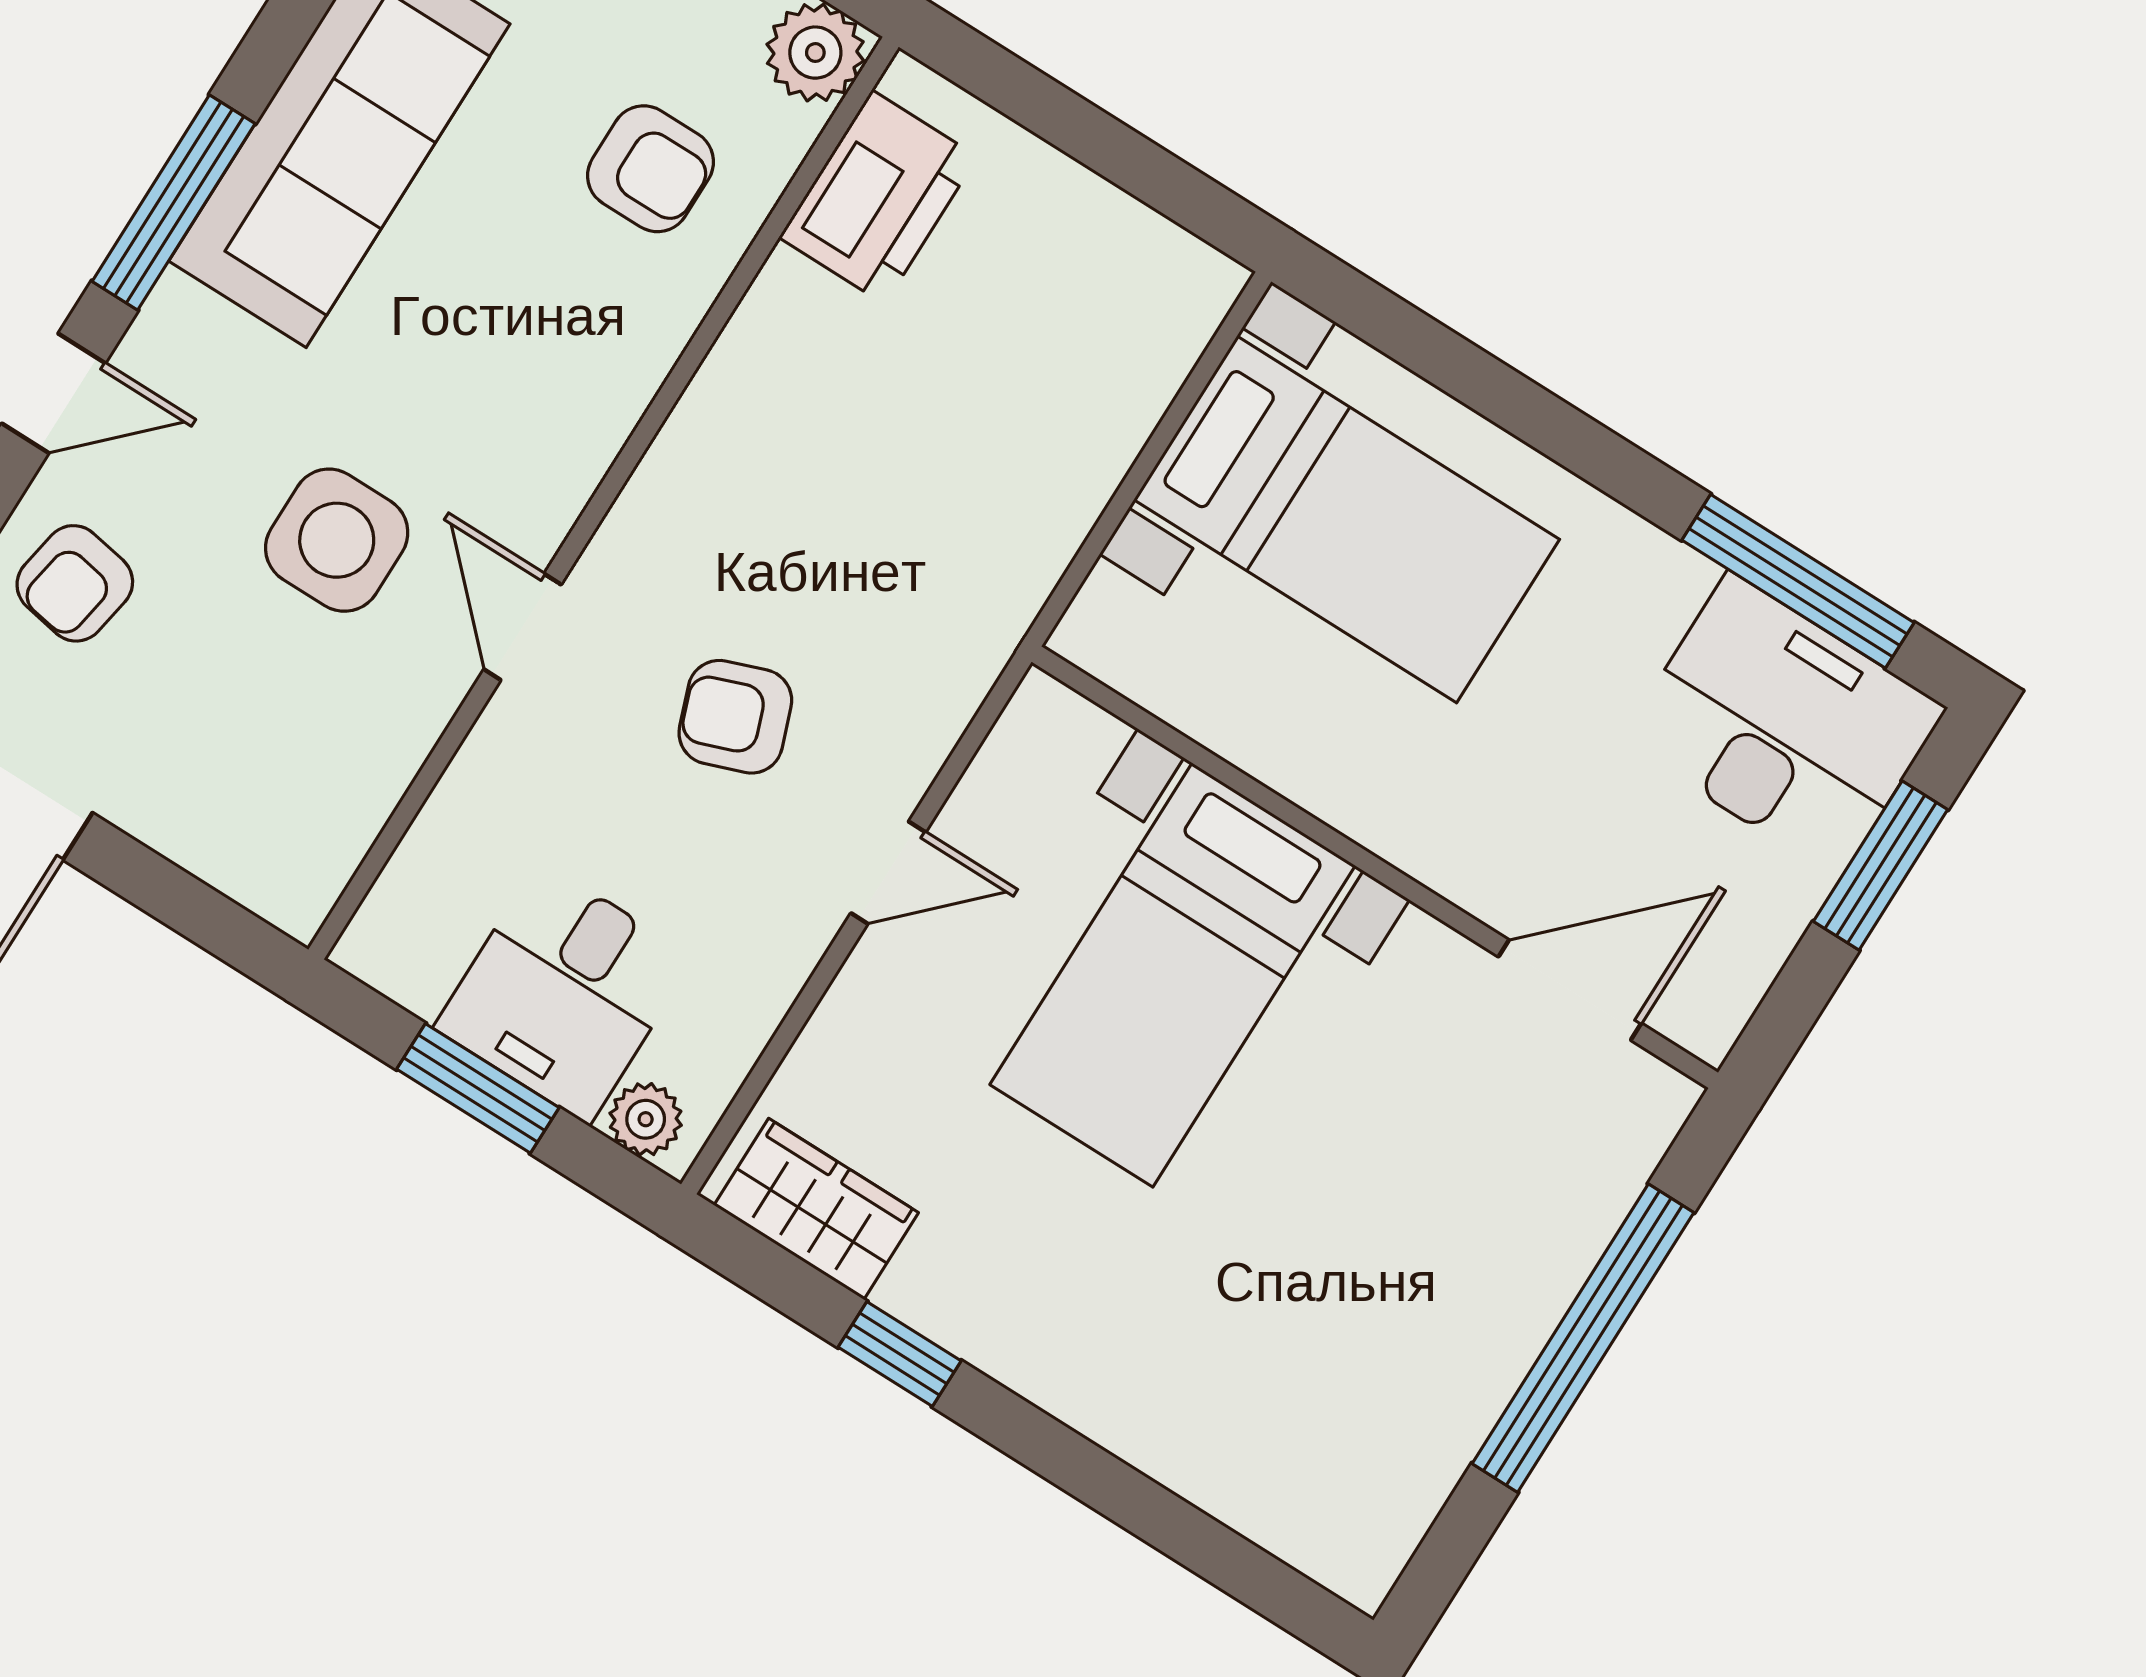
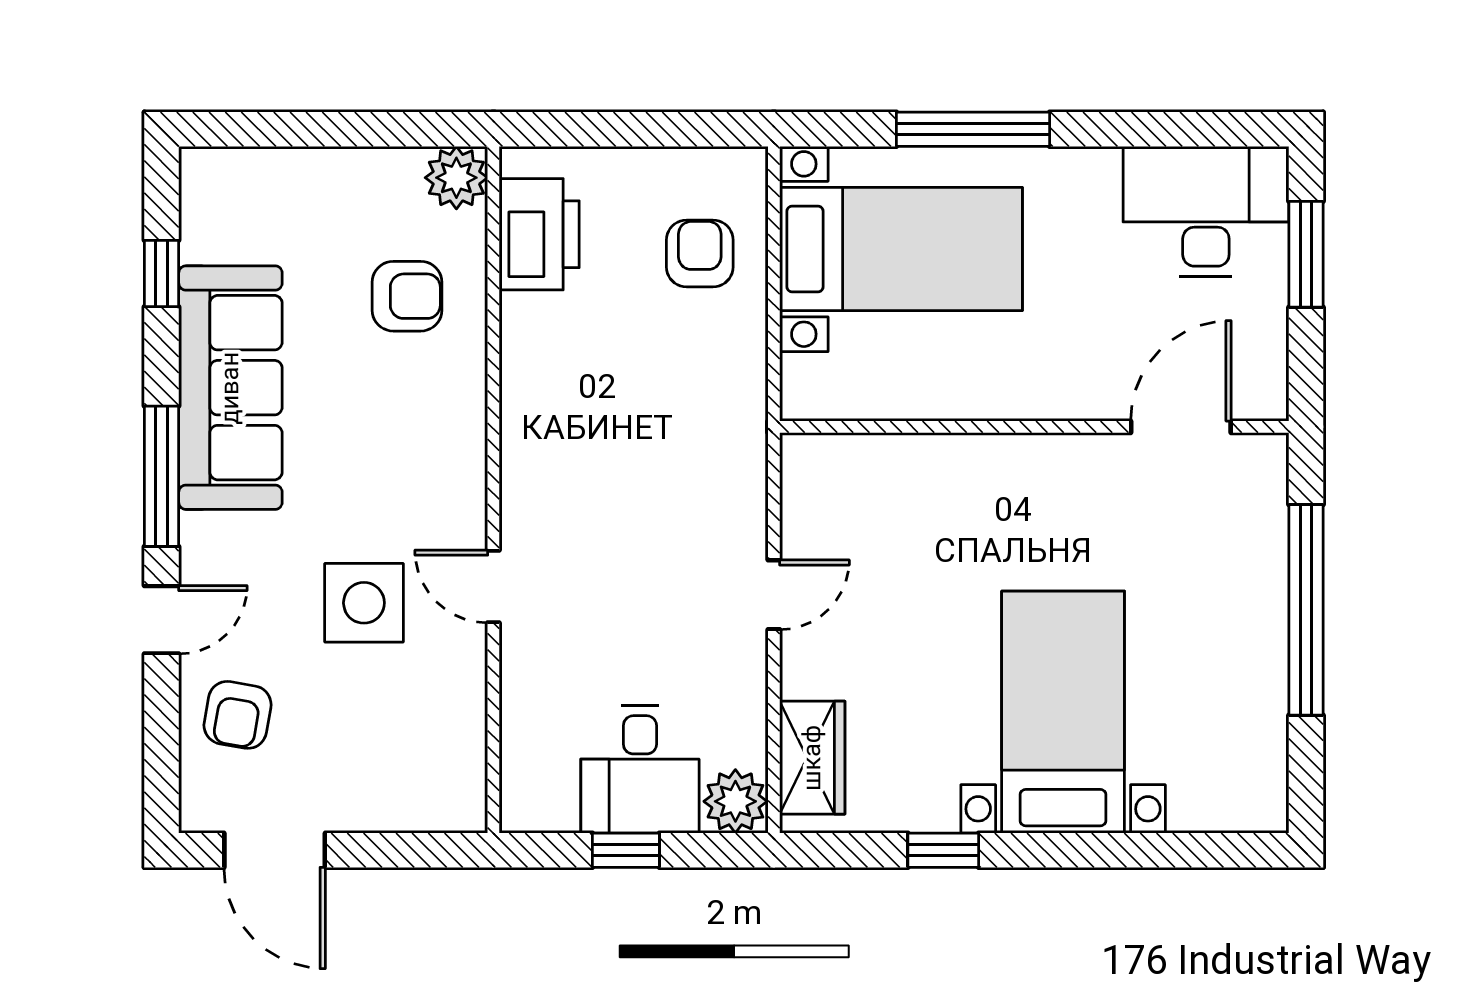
window: (1798, 581) -> (973, 129), moved
armchair: (735, 717) -> (700, 253), moved, turned 110
bed with nightstands: (1173, 975) -> (1063, 712), moved, turned 180
window: (478, 1088) -> (626, 850), width x0.67
plant: (646, 1119) -> (735, 801), width x1.38, depth x1.38
wardrobe: (816, 1209) -> (812, 758), moved, turned 90

